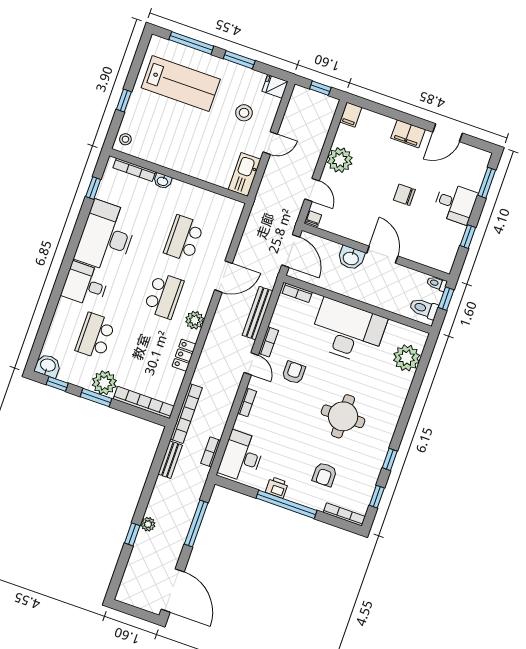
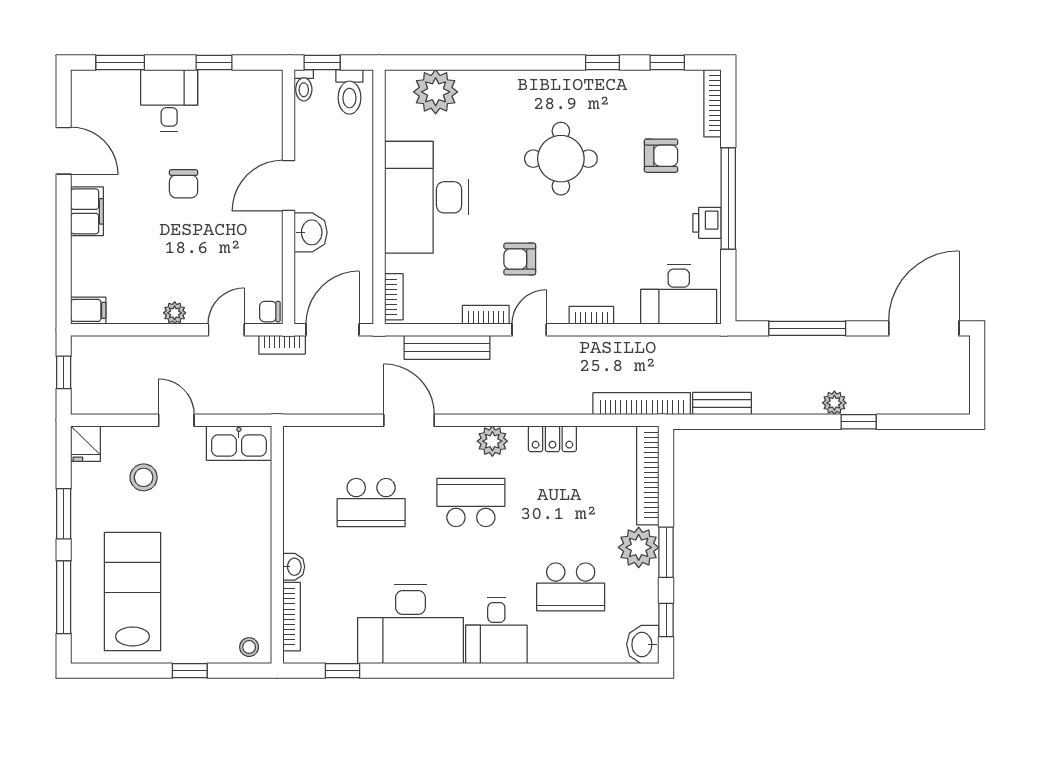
plant: (340, 160) -> (175, 313), width x0.53, depth x0.53
bookcase: (211, 452) -> (282, 345), moved

